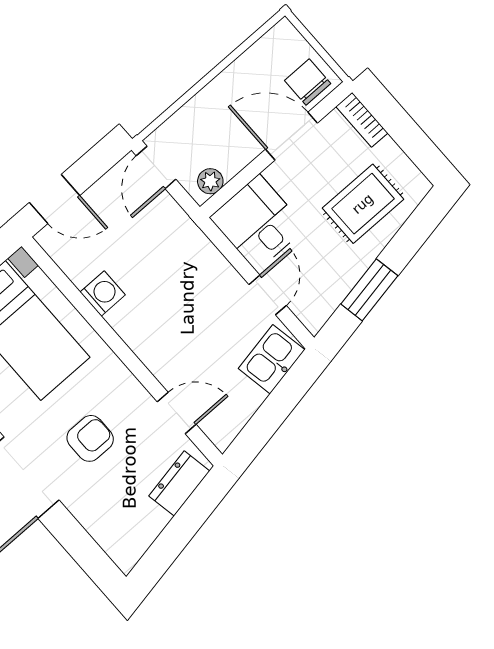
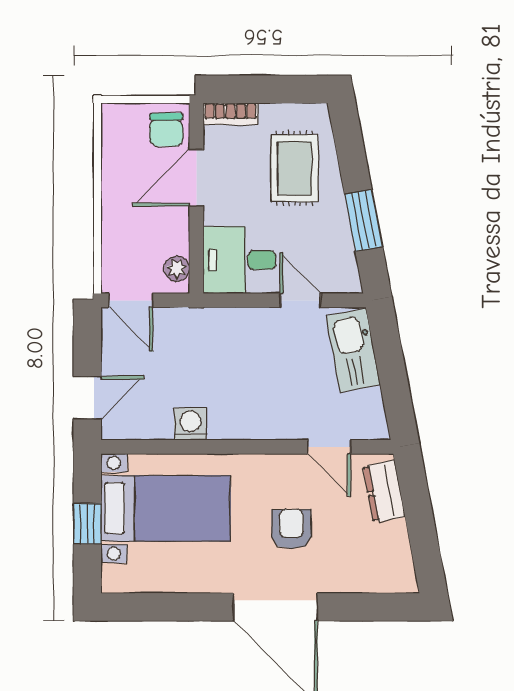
chair: (308, 82) -> (166, 130), turned -90
kitchen sink: (272, 359) -> (353, 350), width x1.38
door: (177, 413) -> (329, 447), swing flipped

